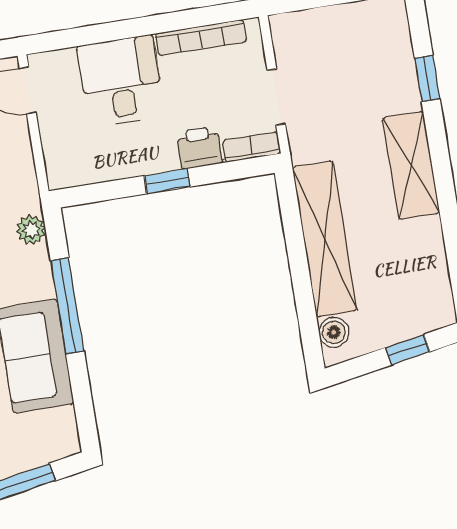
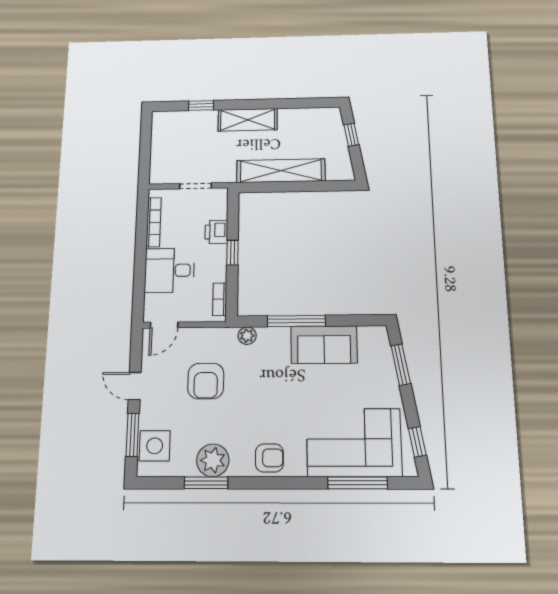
bookcase: (252, 147) -> (220, 299), moved
boiler: (334, 332) -> (335, 173), removed

